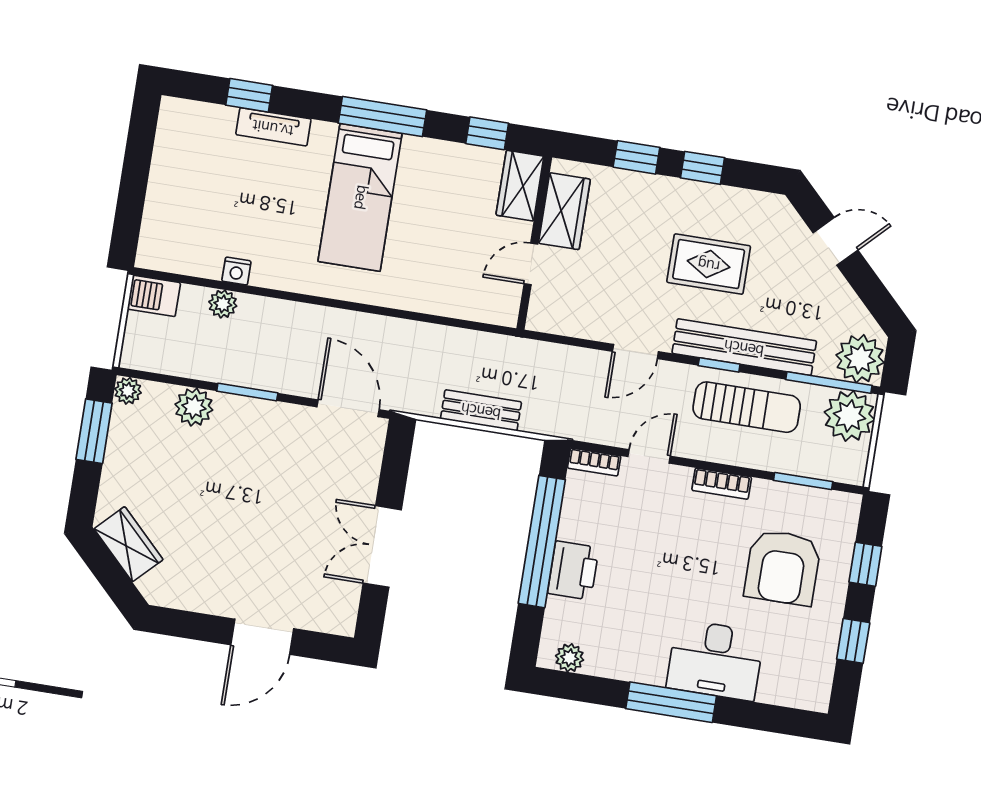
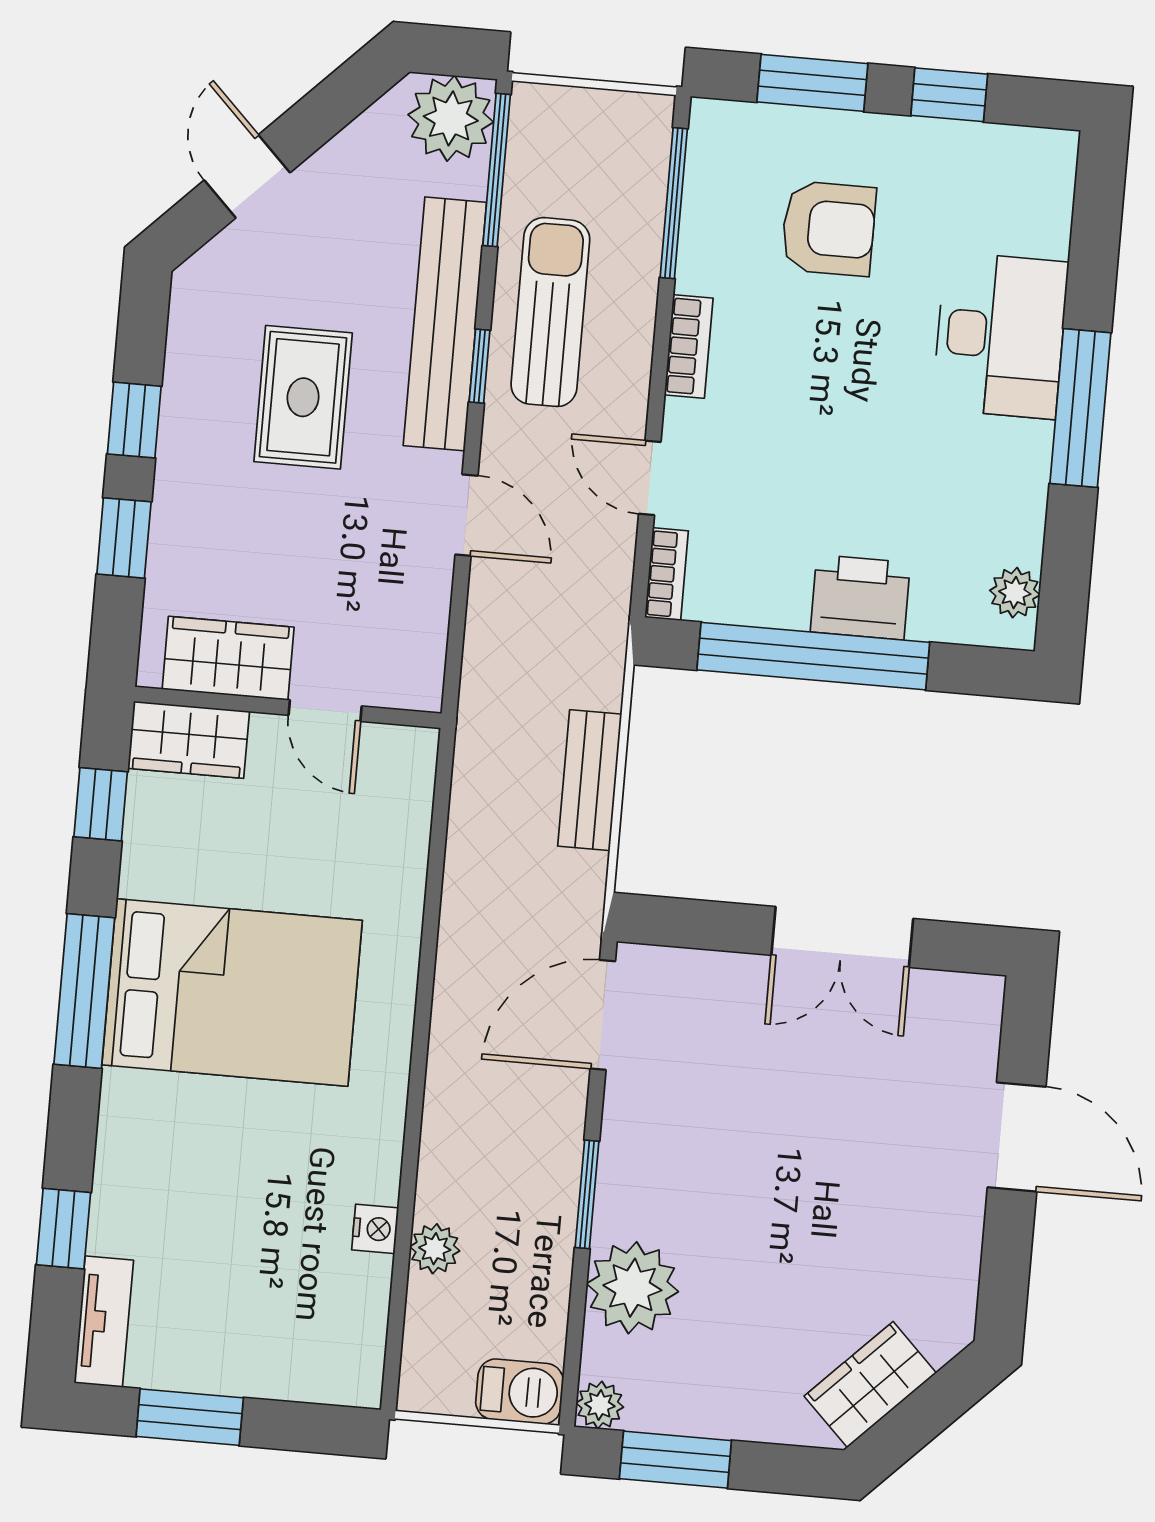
tv unit: (273, 127) -> (104, 1322), moved
window: (138, 159) -> (190, 1417), added
bed: (360, 197) -> (232, 993), width x1.50
barbecue: (154, 296) -> (520, 1391), moved, turned -90
plant: (194, 407) -> (632, 1288), width x1.36, depth x1.36
plant: (850, 416) -> (553, 130), removed
window: (803, 481) -> (674, 203), width x1.44
window: (865, 564) -> (812, 83), width x1.50
armchair: (783, 567) -> (829, 229), width x0.73, depth x0.73

